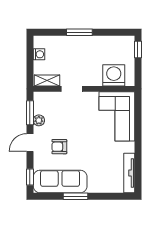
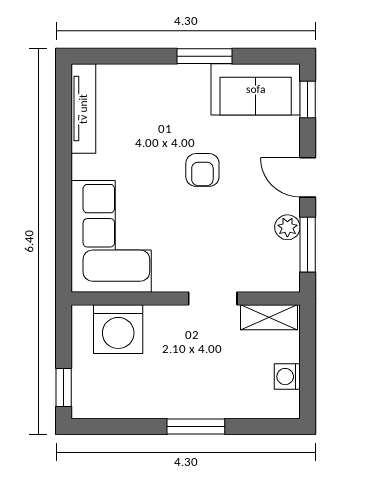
door: (30, 143) -> (308, 177), swing flipped
armchair: (59, 147) -> (202, 170), moved, turned 90
sofa: (60, 181) -> (256, 89), width x0.73

